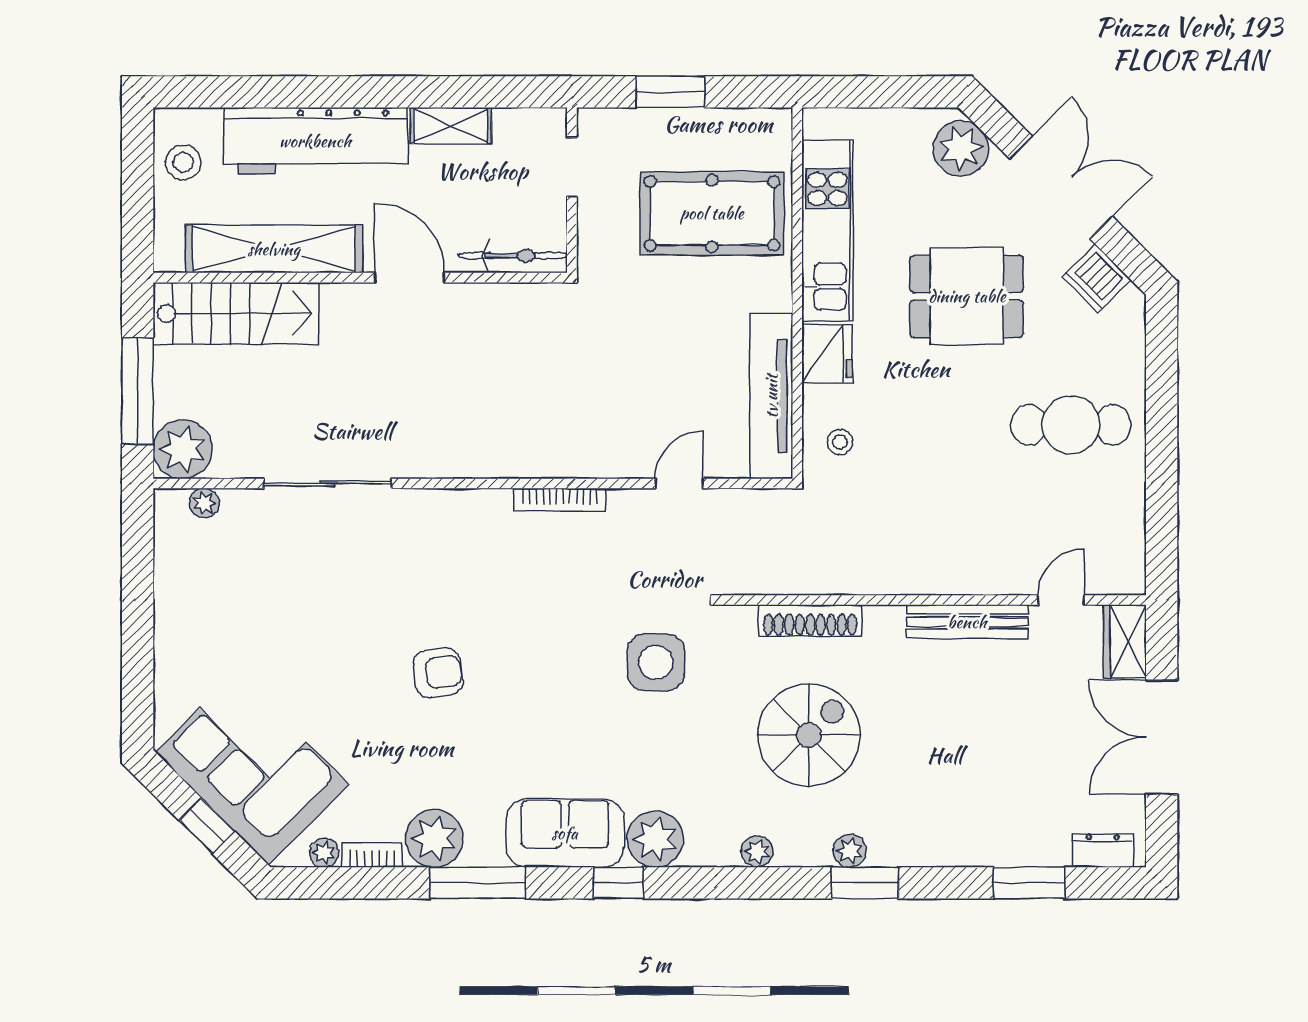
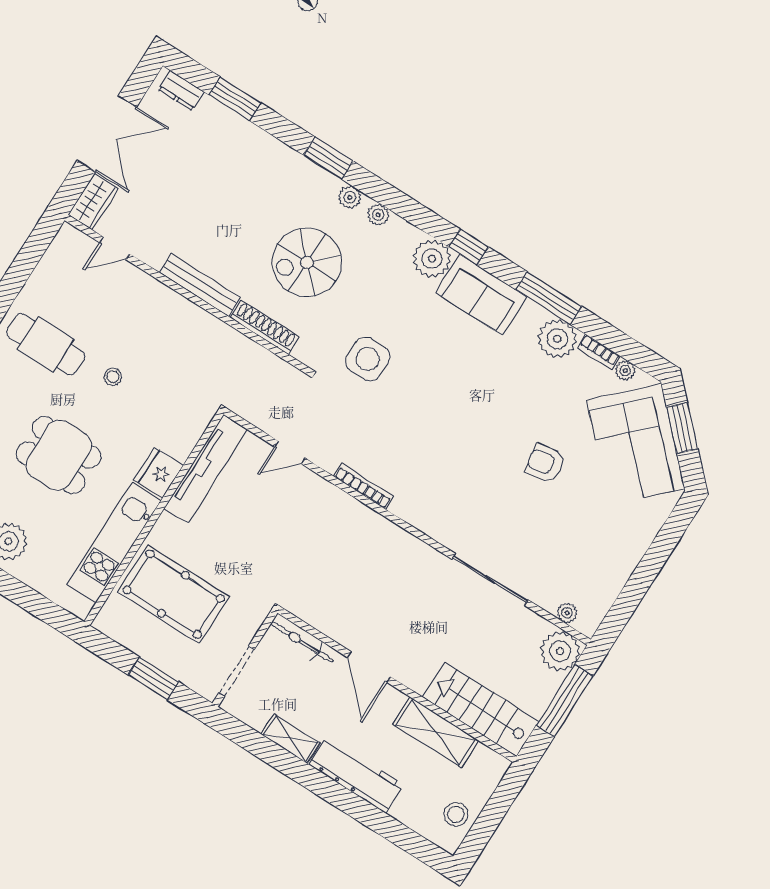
workbench: (315, 141) -> (356, 775), width x0.73, depth x0.76
doorway: (572, 167) -> (237, 671), width x1.38
shelving: (274, 249) -> (436, 732), width x0.68
stool: (840, 442) -> (113, 377), moved
bench: (967, 622) -> (200, 285), moved
armchair: (438, 673) -> (545, 463), moved
window: (207, 826) -> (682, 428), width x1.50
plant: (850, 851) -> (350, 197), moved

